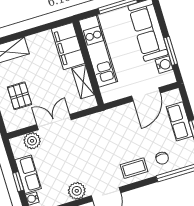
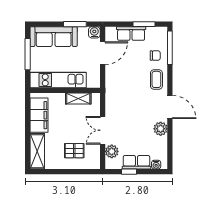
filing cabinet: (68, 46) -> (39, 115), moved, turned -90
water cooler: (164, 65) -> (94, 32), moved
door: (146, 94) -> (103, 53), hinge flipped
window: (18, 182) -> (129, 172), moved

